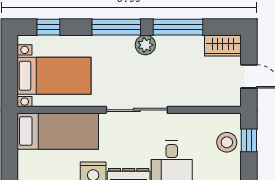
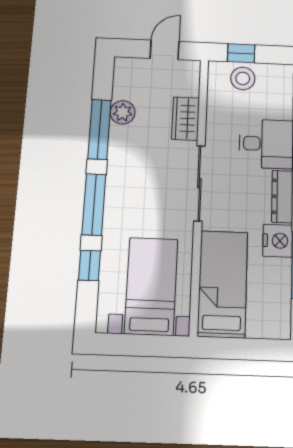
window: (48, 27) -> (89, 266), moved
plant: (145, 45) -> (123, 112), moved
wardrobe: (223, 45) -> (186, 119), moved, turned 180

